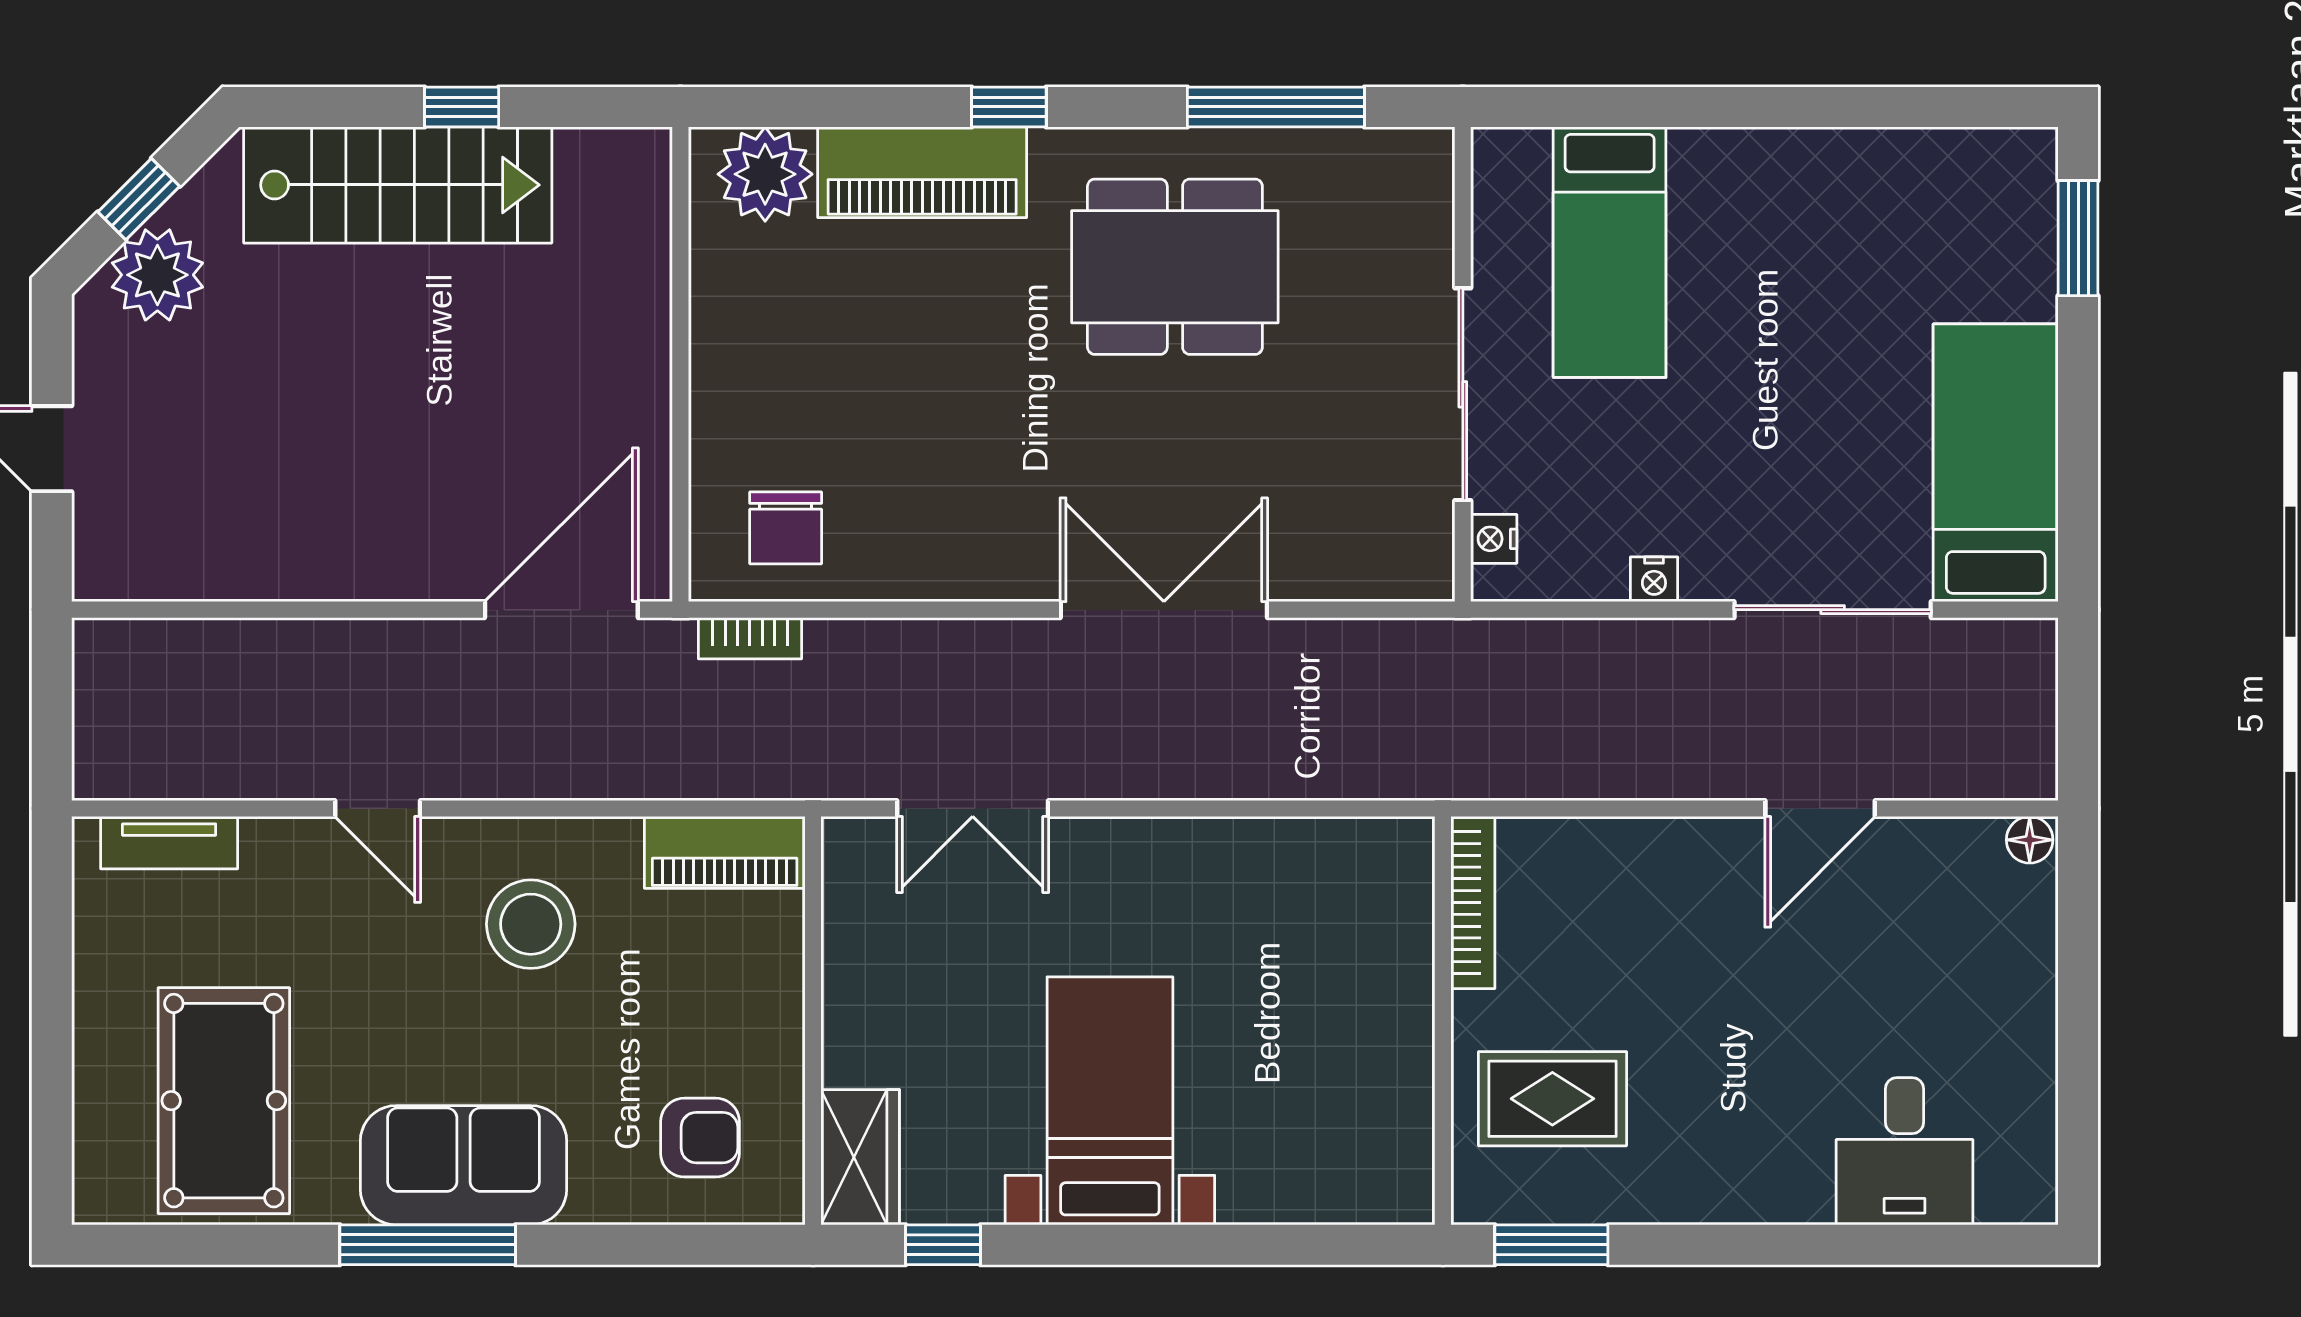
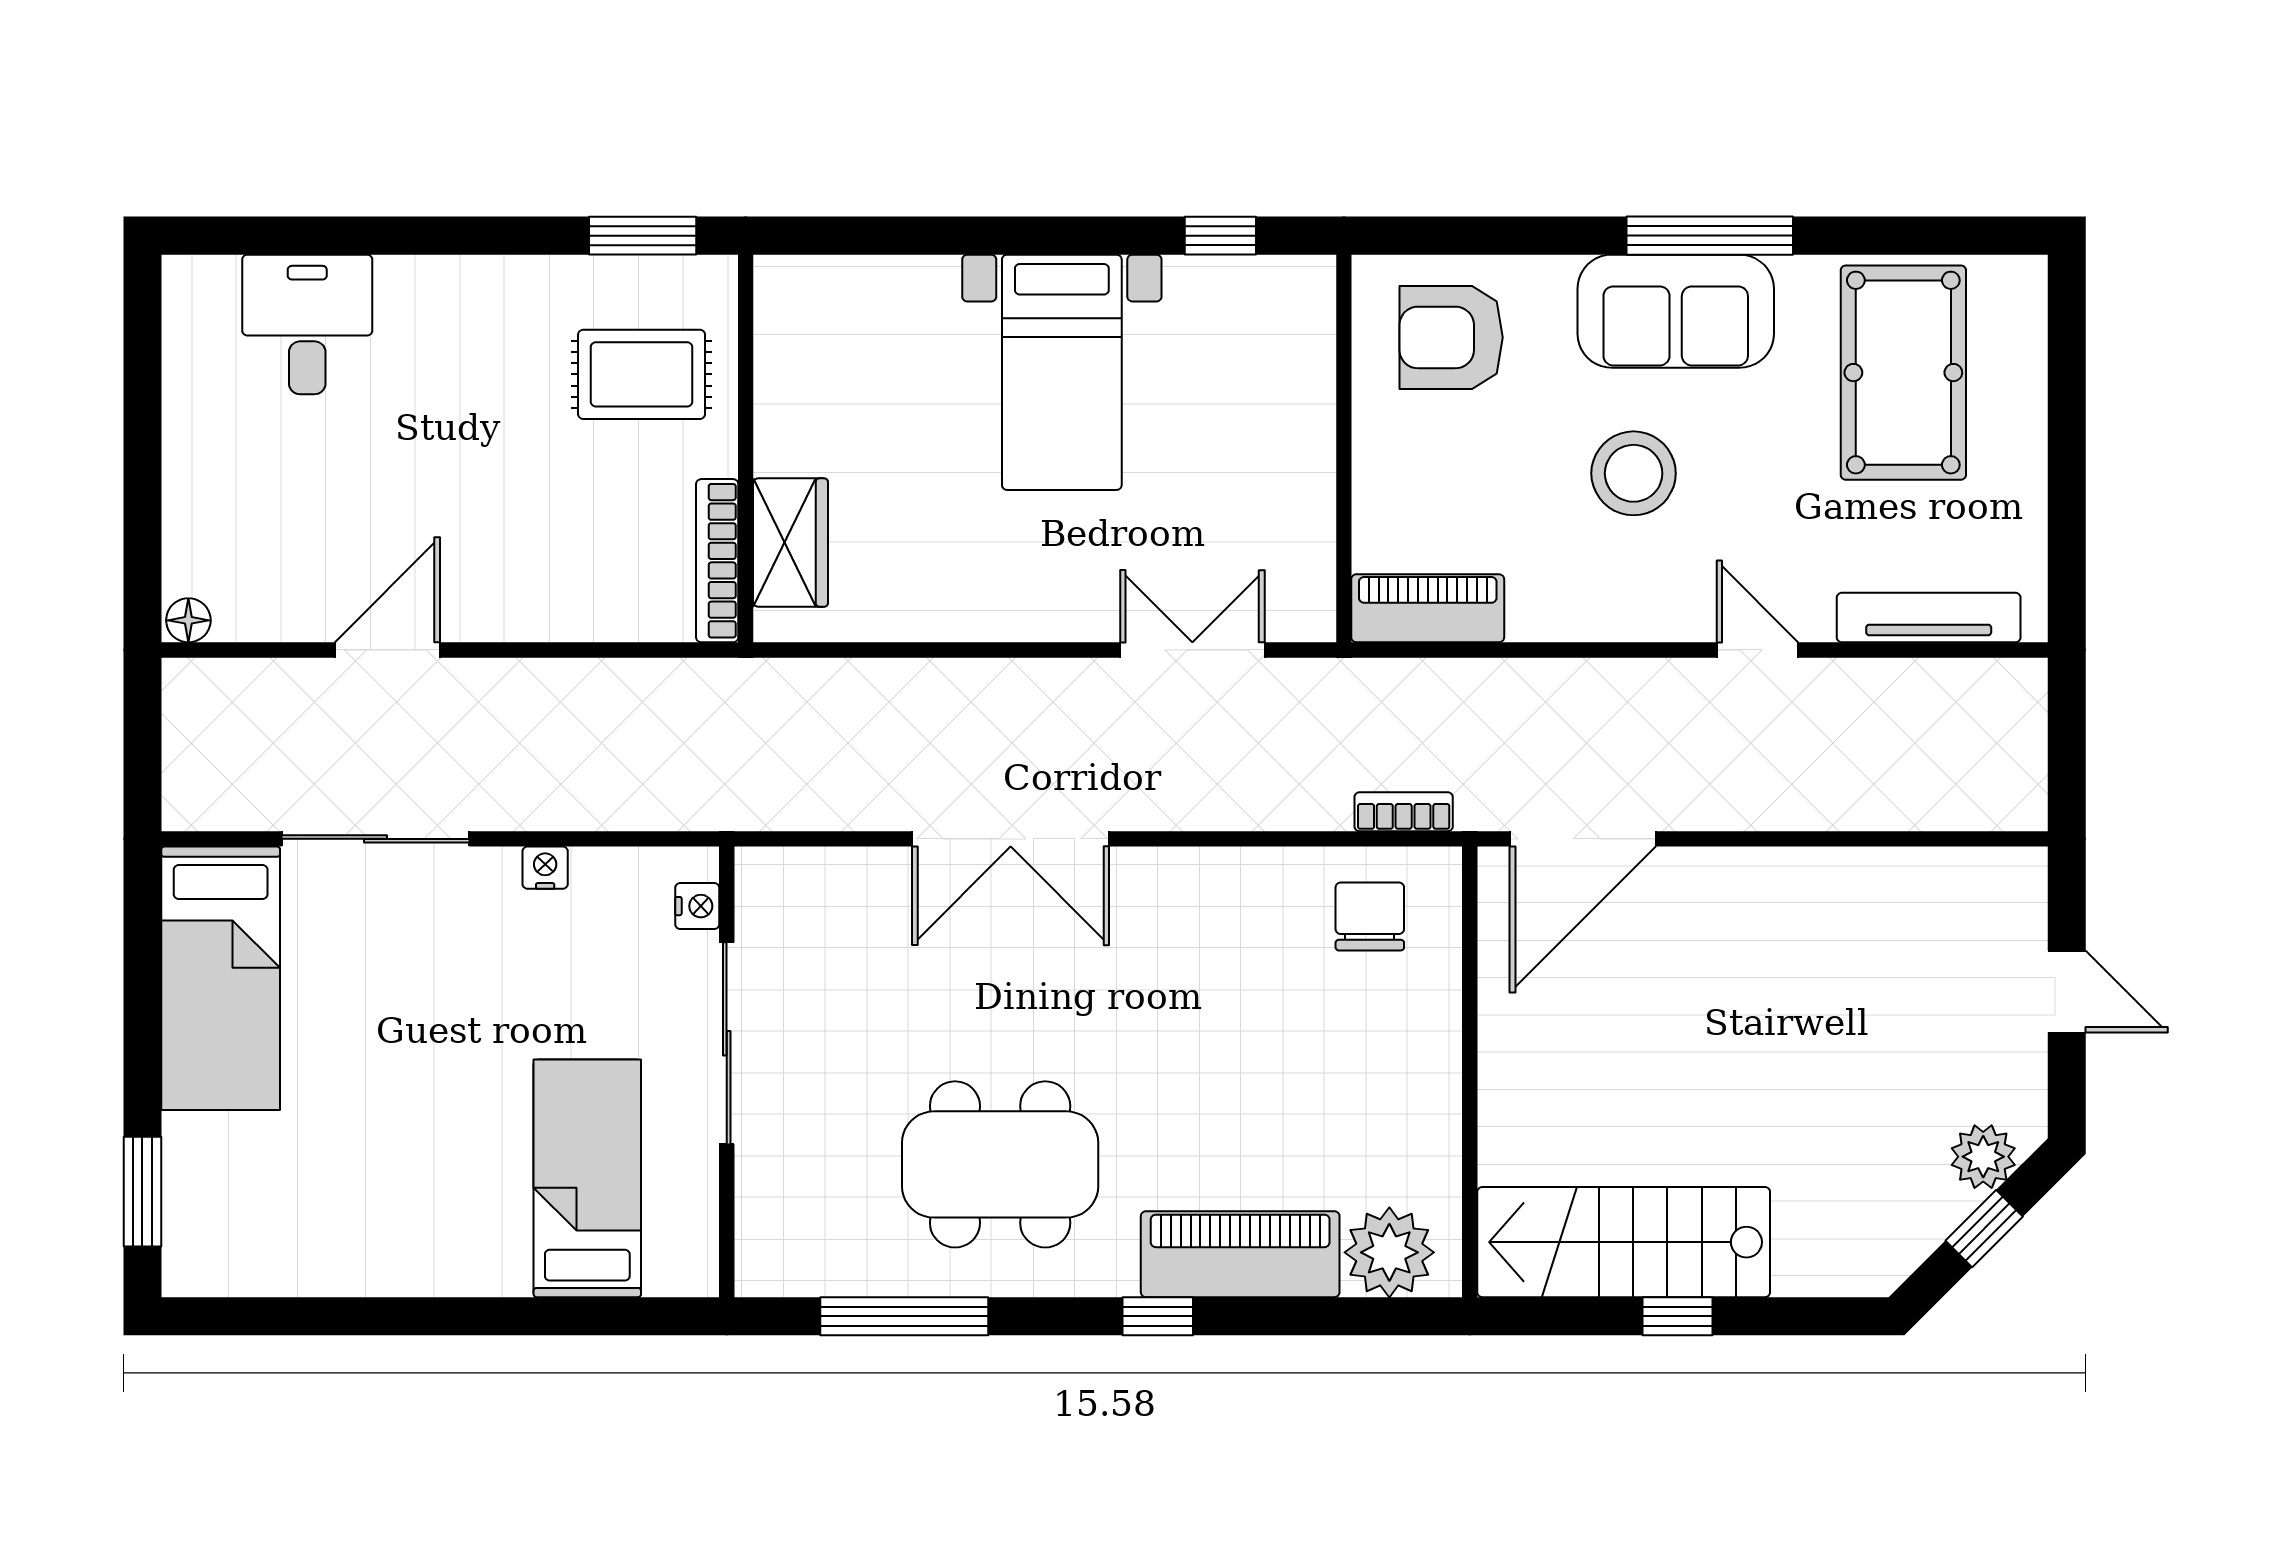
stairs: (398, 185) -> (1624, 1242), moved
plant: (157, 275) -> (1983, 1157), width x0.73, depth x0.73
tv unit: (169, 843) -> (1929, 618), width x1.41
stool: (531, 924) -> (1634, 473), moved
armchair: (700, 1138) -> (1451, 337), width x1.38, depth x1.38
wardrobe: (860, 1157) -> (790, 543), moved, turned 180

